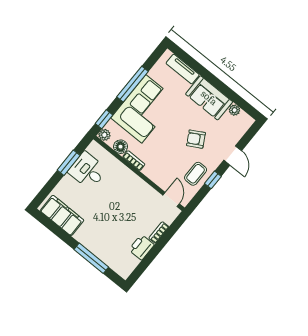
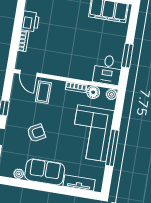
window: (104, 119) -> (119, 107), removed
desk: (88, 171) -> (108, 70), moved, turned 90
coffee table: (196, 174) -> (43, 92), moved

